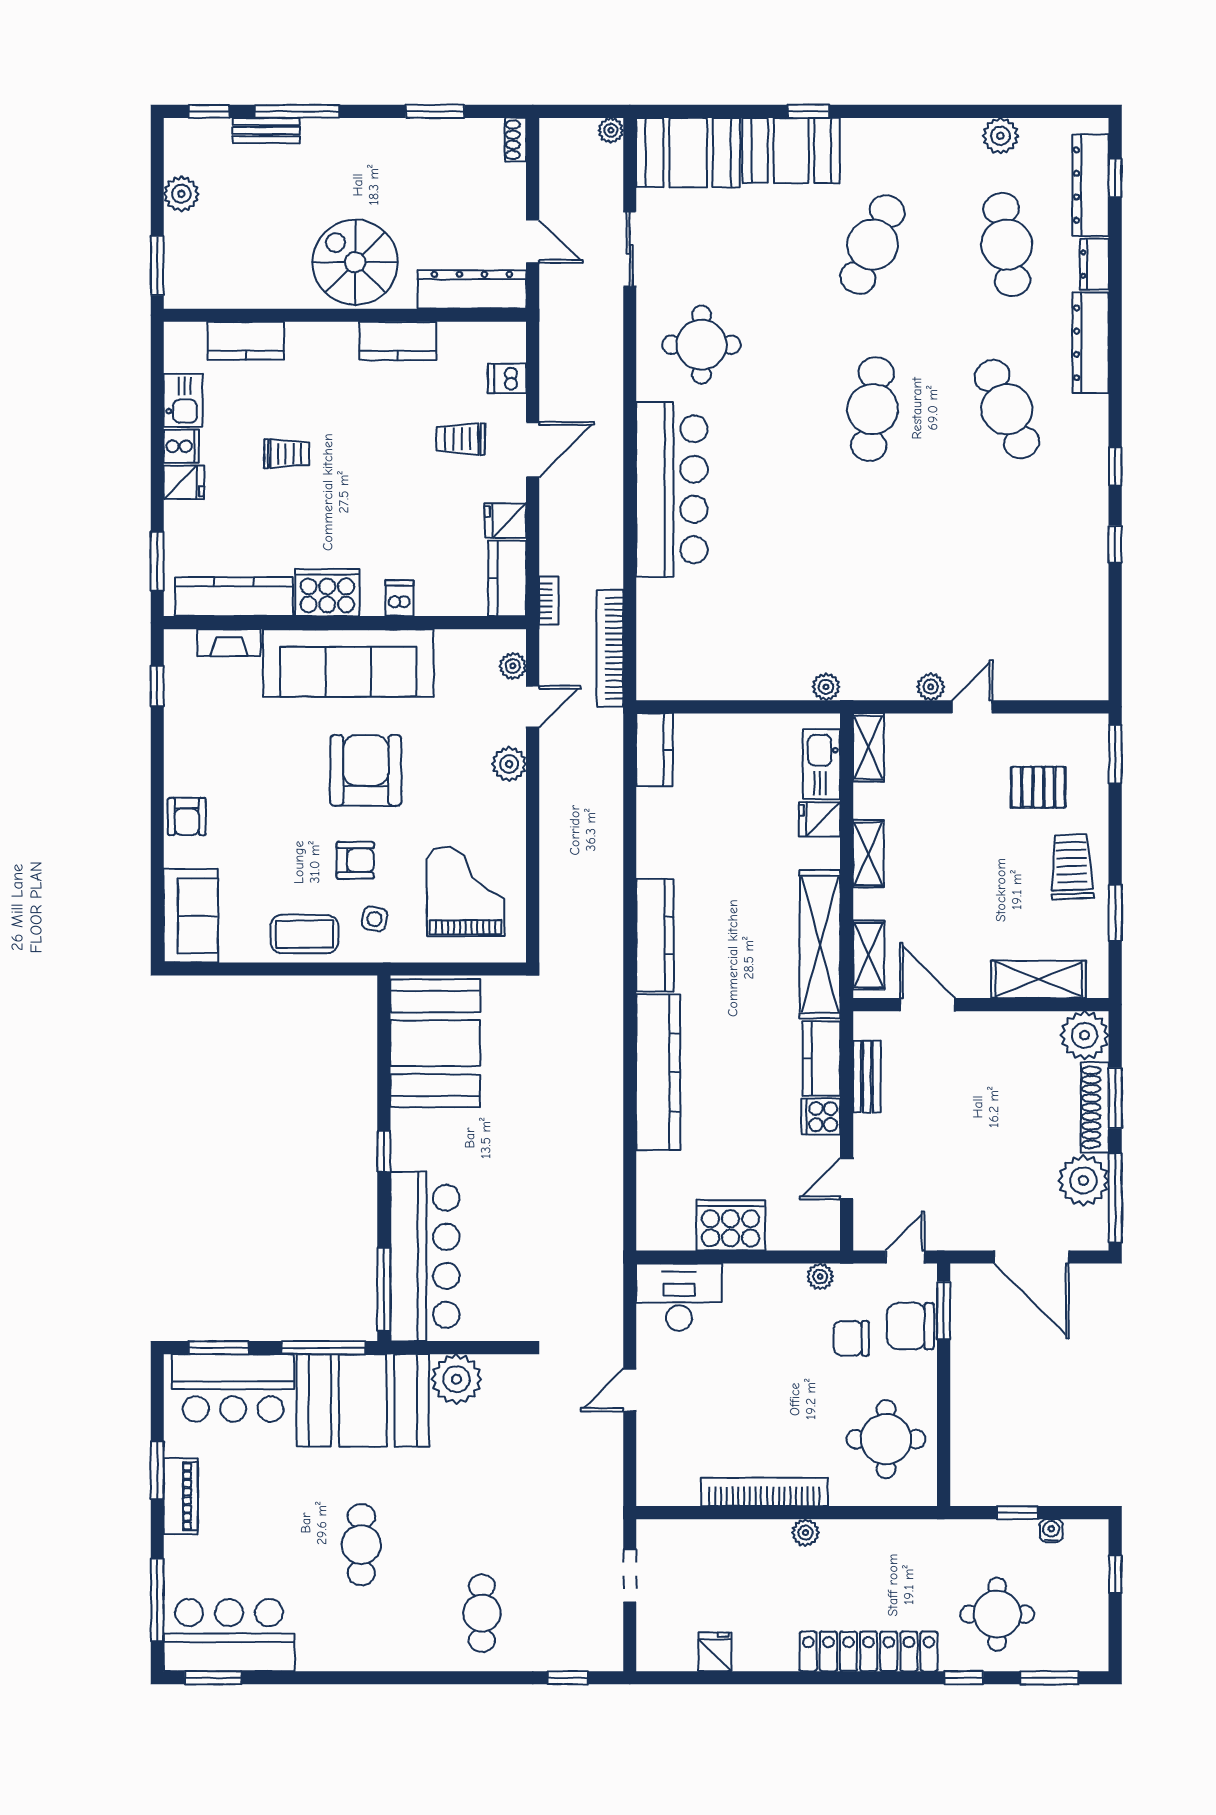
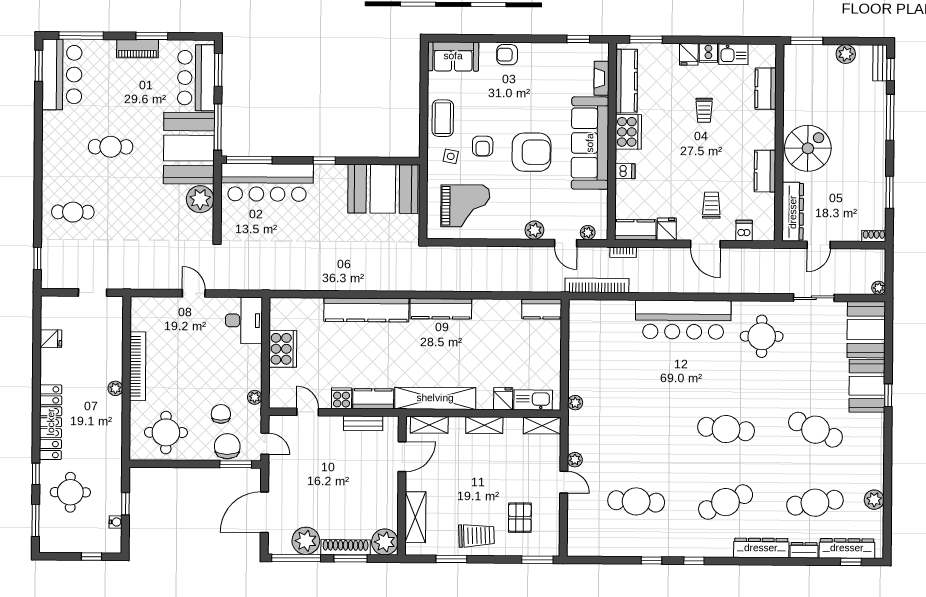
bench: (266, 131) -> (880, 63), moved
cafe table: (1007, 574) -> (636, 501), added

